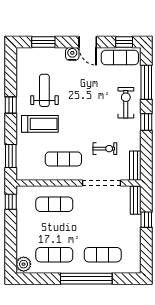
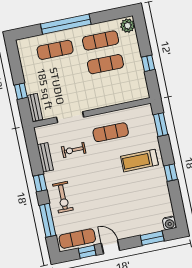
window: (124, 42) -> (87, 252), moved
water cooler: (72, 54) -> (169, 223), moved
weight bench: (44, 90) -> (142, 193), removed
bench: (135, 166) -> (45, 157), moved
doorway: (102, 183) -> (70, 117), width x0.73
window: (11, 202) -> (148, 63), moved
exercise mat: (54, 204) -> (105, 64), moved

